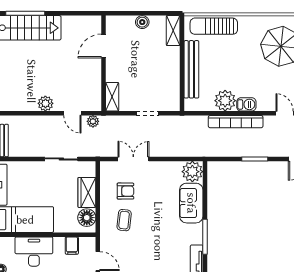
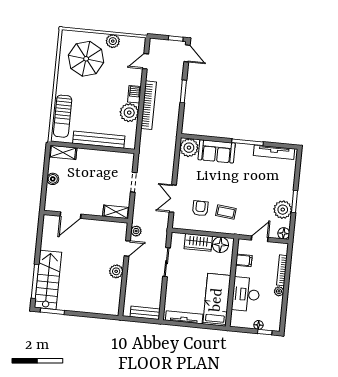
door: (104, 46) -> (71, 215), hinge flipped

